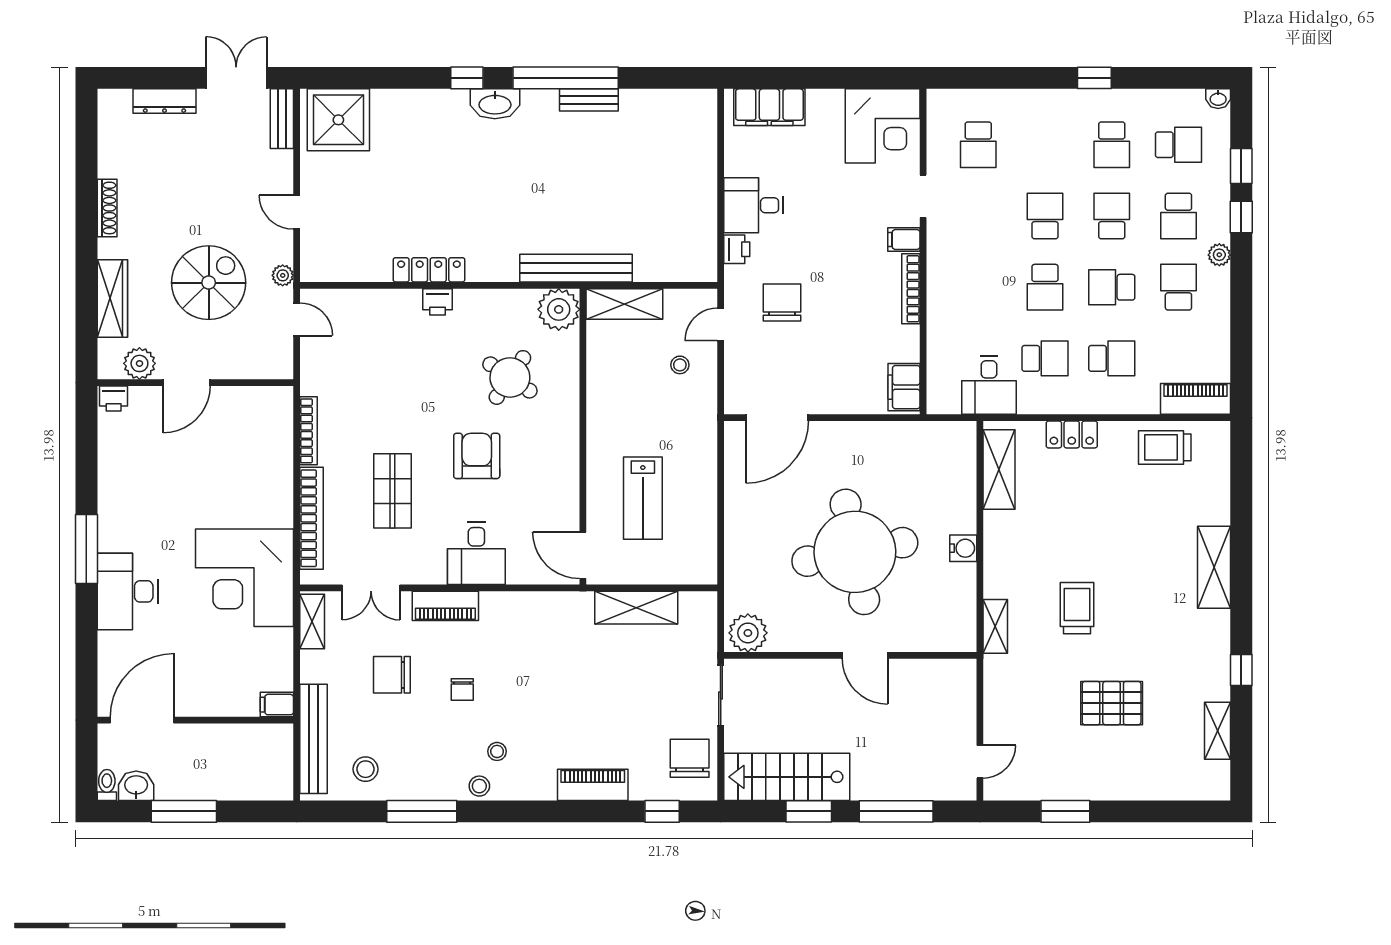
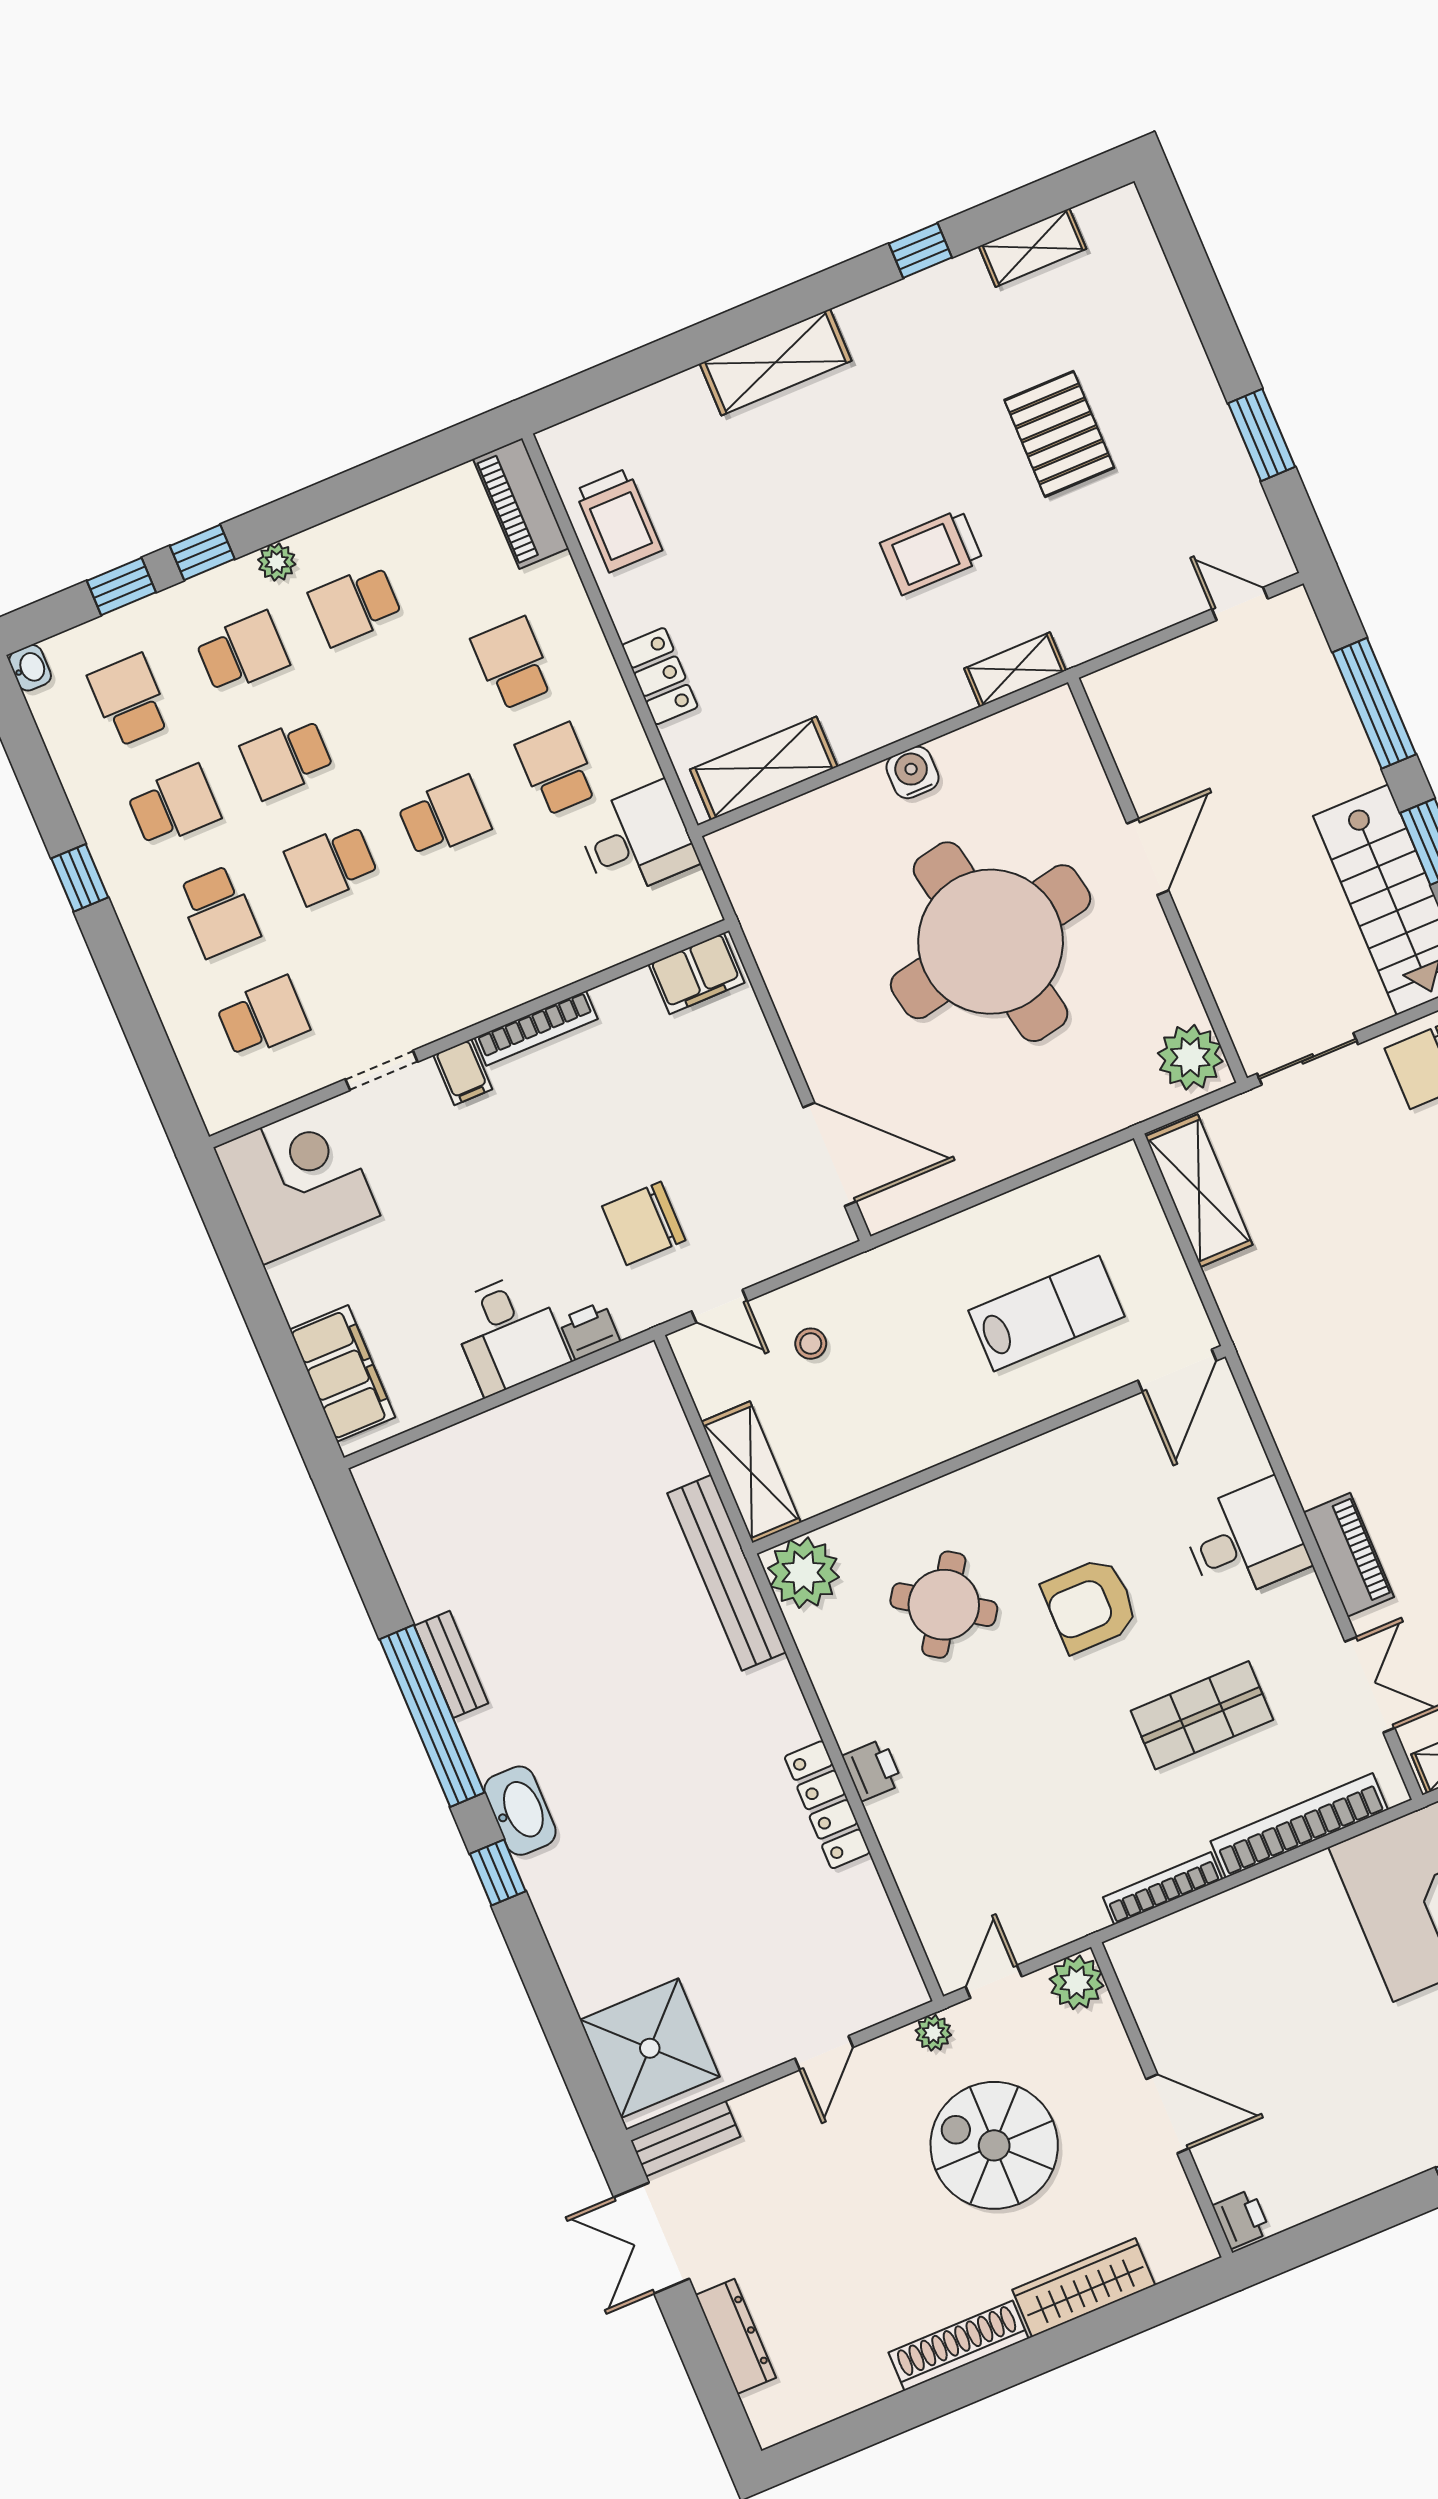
shoe rack: (107, 208) -> (959, 2346), width x1.36, depth x1.24
school desk: (1112, 287) -> (218, 912), moved
plant: (139, 363) -> (1077, 1982), moved
shelving: (636, 608) -> (1199, 1191), moved

